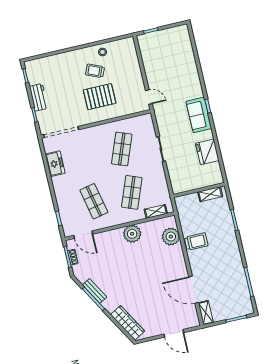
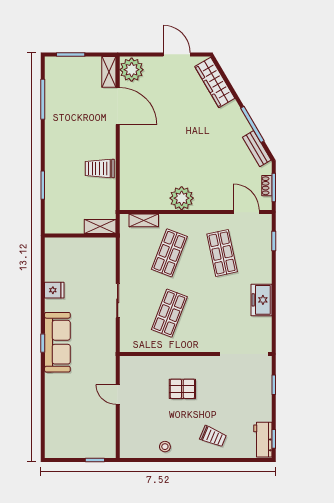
trolley: (95, 71) -> (213, 437), moved
workbench: (39, 97) -> (263, 440), moved
pallet: (100, 97) -> (182, 389), width x0.67, depth x0.71
door: (149, 97) -> (118, 395), moved
sofa: (199, 115) -> (57, 342), width x1.36
fridge: (207, 152) -> (54, 290), width x0.53, depth x0.75
freezer: (55, 164) -> (262, 300), moved
shelving: (210, 194) -> (100, 226), moved
plant: (171, 237) -> (132, 70), moved
bench: (95, 291) -> (257, 149), moved
door: (174, 333) -> (177, 54), moved

